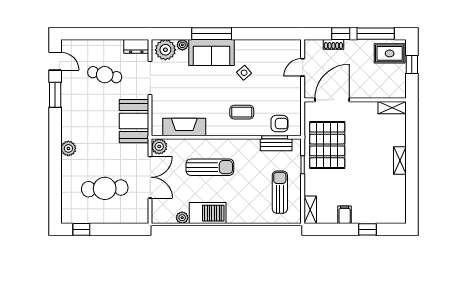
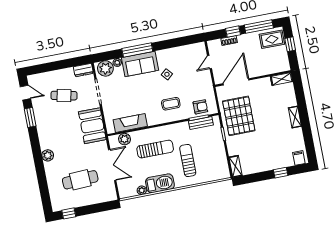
plant: (159, 146) -> (125, 139), moved
sun lounger: (280, 192) -> (188, 161), moved
filing cabinet: (345, 215) -> (299, 158), moved

